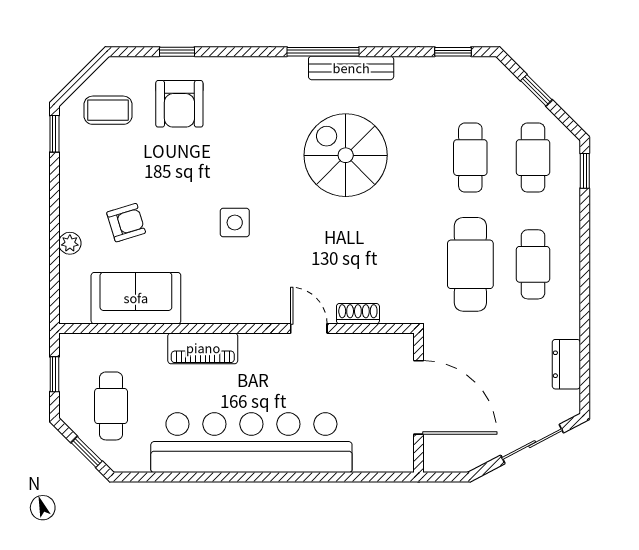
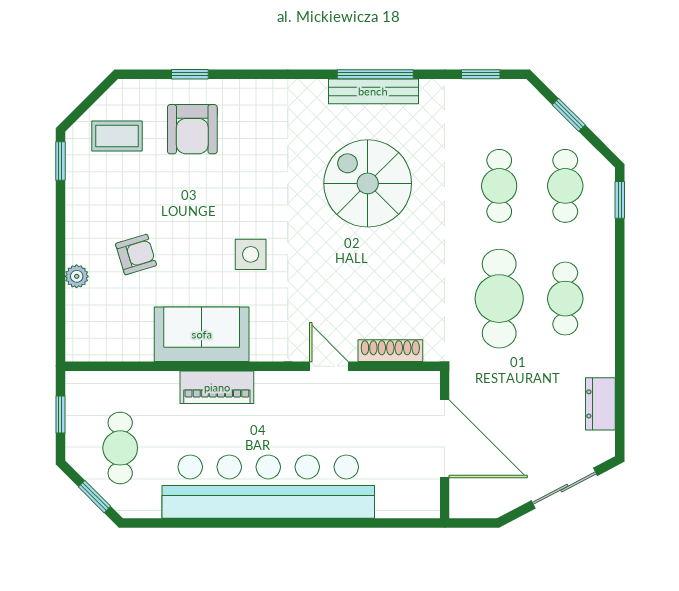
window: (323, 52) -> (375, 74), moved
sofa: (136, 298) -> (202, 334), moved
shoe rack: (358, 314) -> (390, 351), width x1.43

